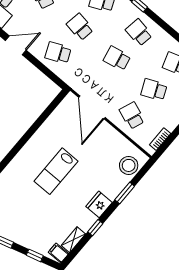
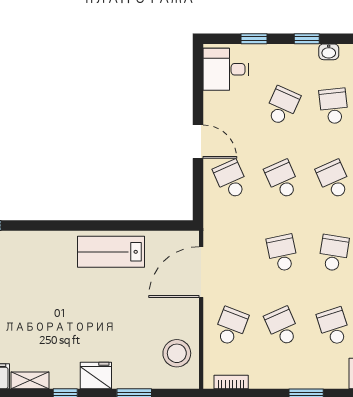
school desk: (80, 27) -> (282, 180), turned -33
door: (16, 45) -> (198, 142), moved
stool: (129, 165) -> (177, 353), moved
lab bench: (56, 171) -> (111, 252), moved

